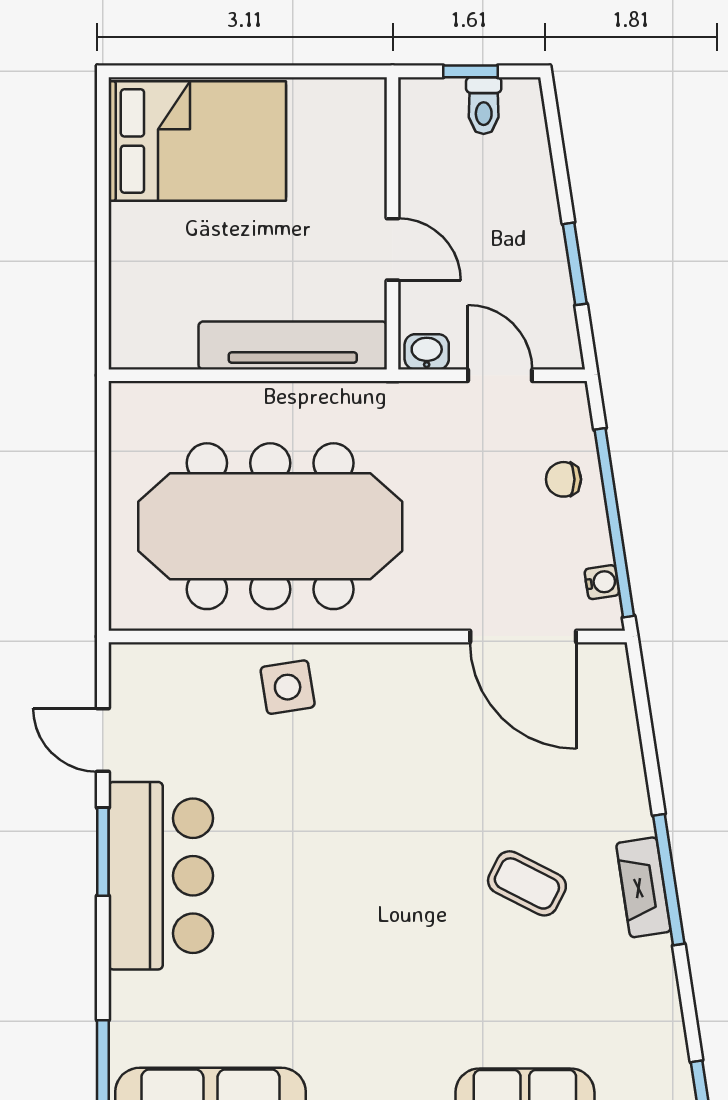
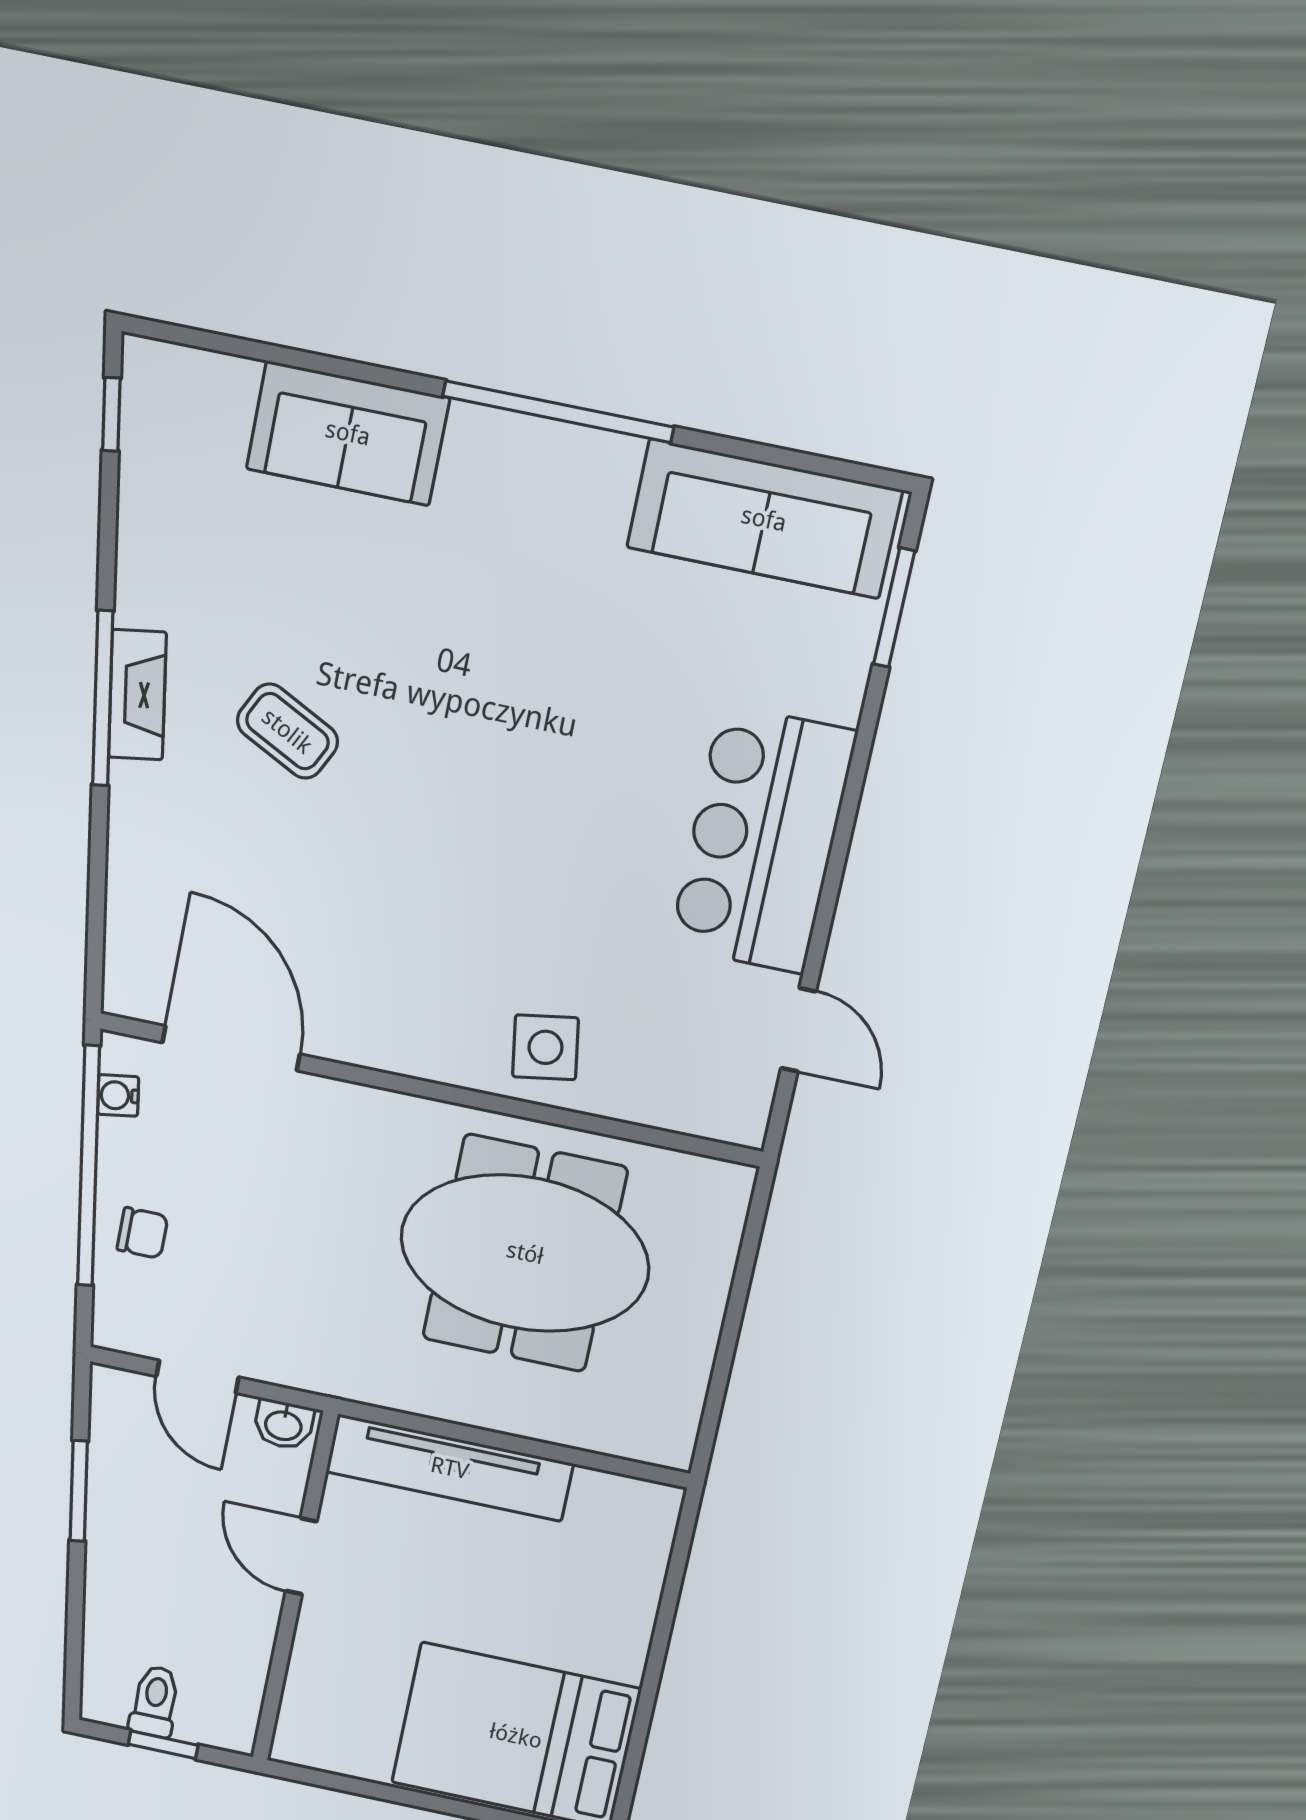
meeting table: (270, 526) -> (525, 1253), width x0.73
window: (103, 852) -> (831, 886), removed

